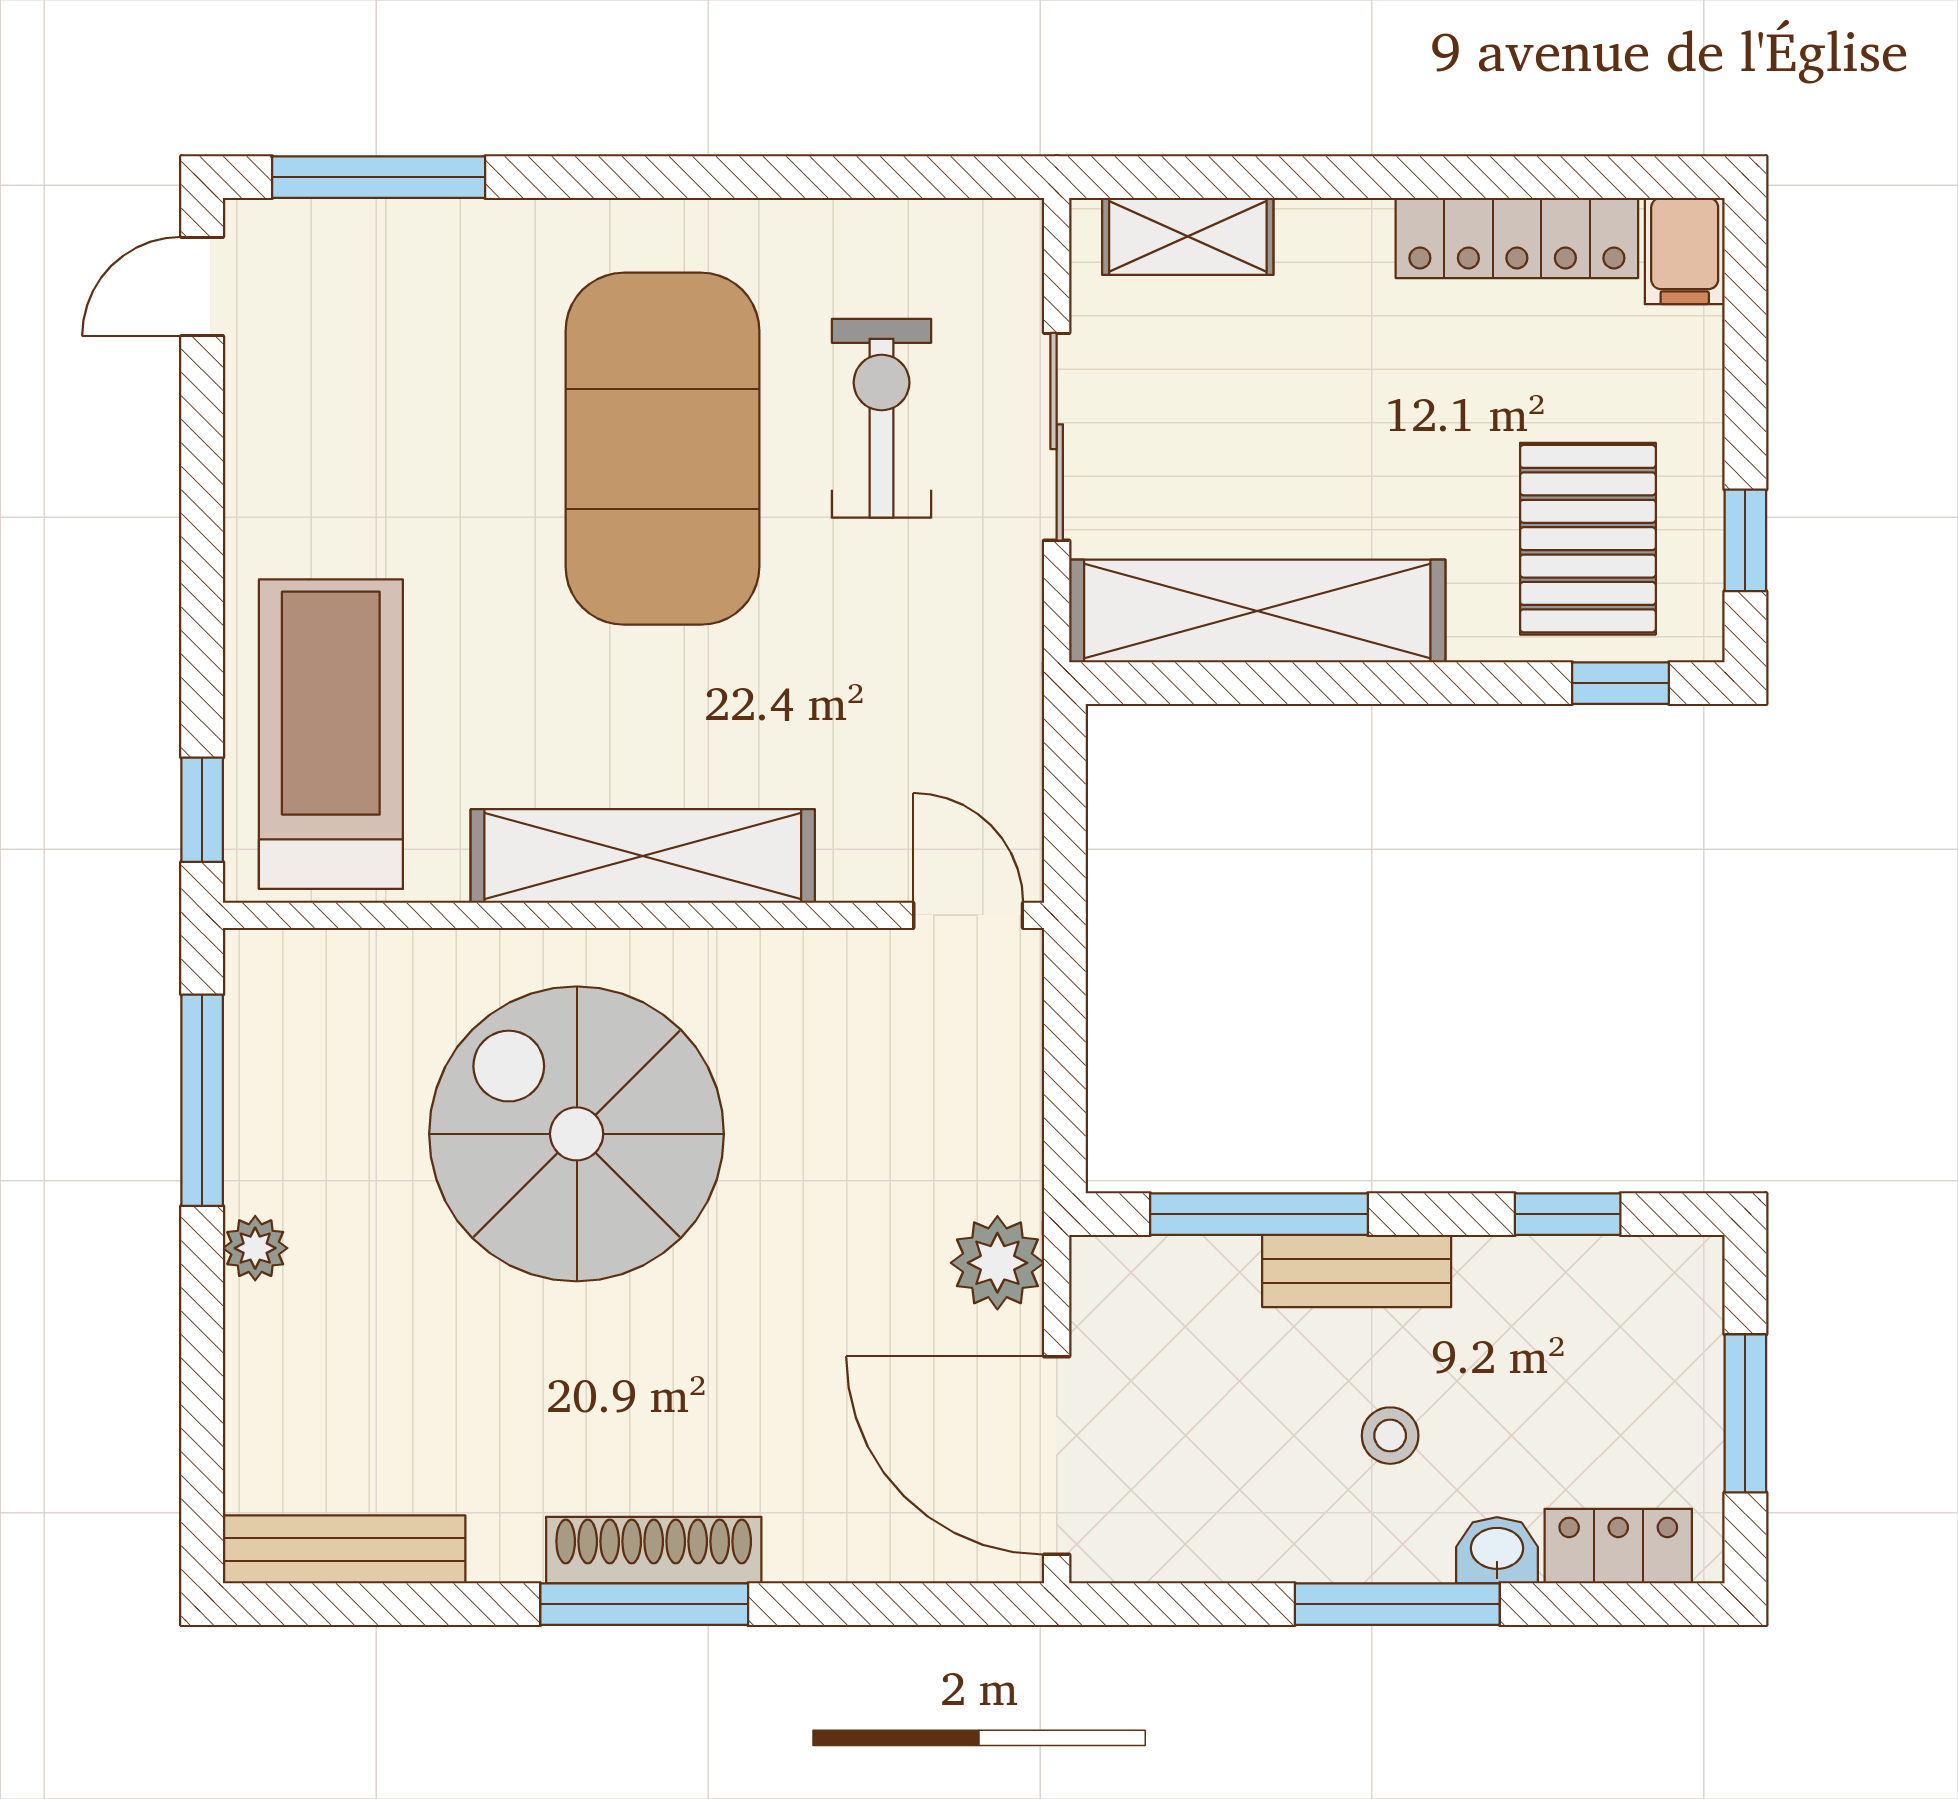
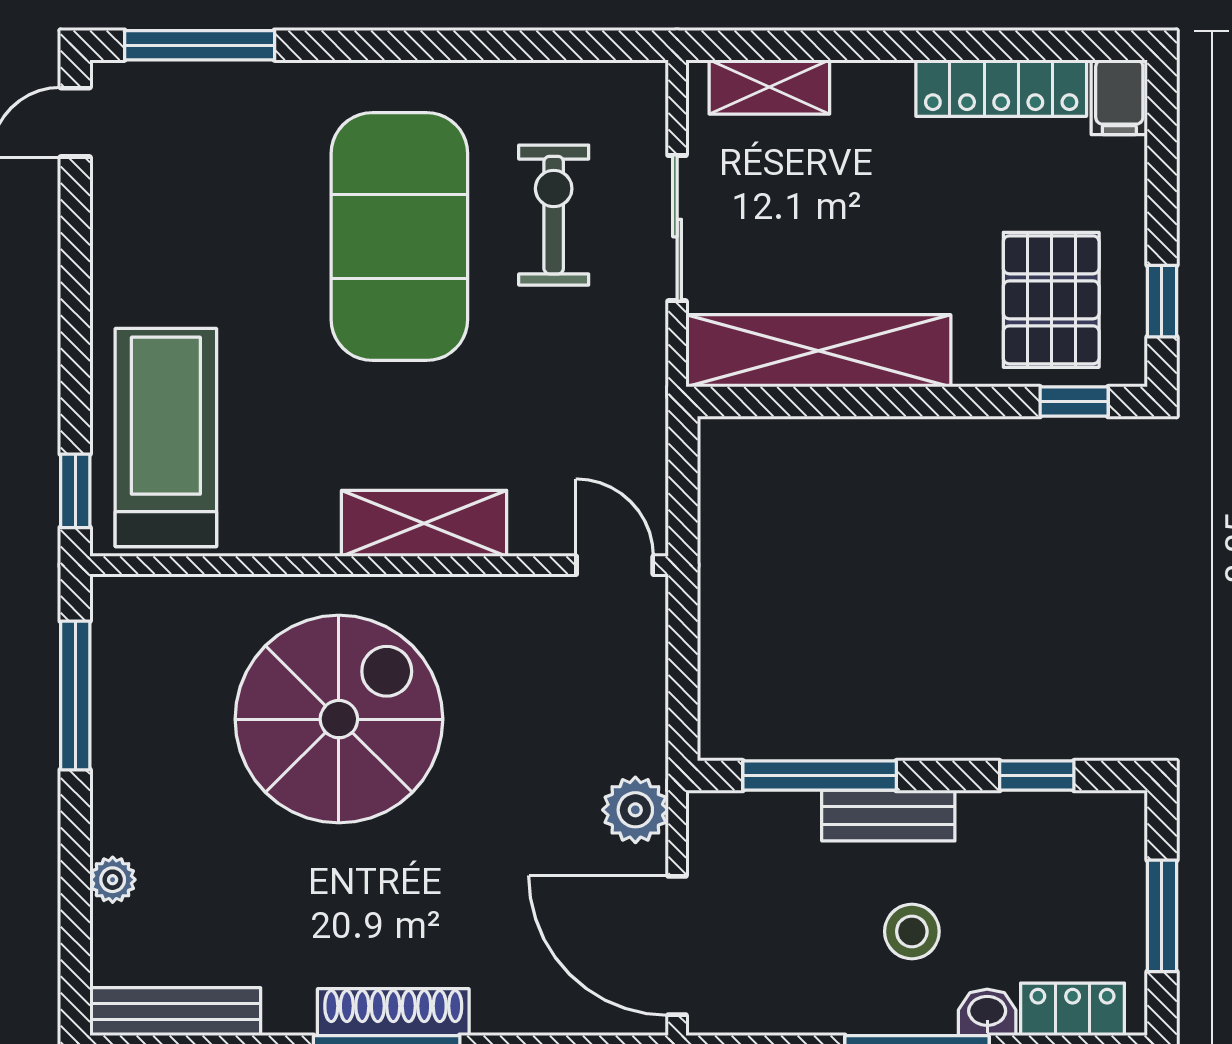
shelving: (643, 856) -> (424, 523), width x0.68
spiral stairs: (577, 1134) -> (339, 719), turned 90
plant: (255, 1248) -> (113, 880), moved
stool: (1390, 1436) -> (912, 931), width x1.37, depth x1.37

